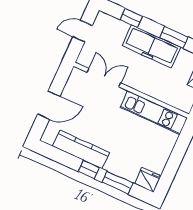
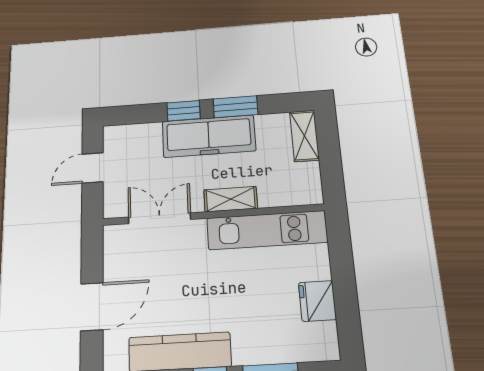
window: (131, 18) -> (184, 111), moved
shelving: (145, 87) -> (231, 199), added
fridge: (148, 180) -> (317, 301), moved, turned -90

